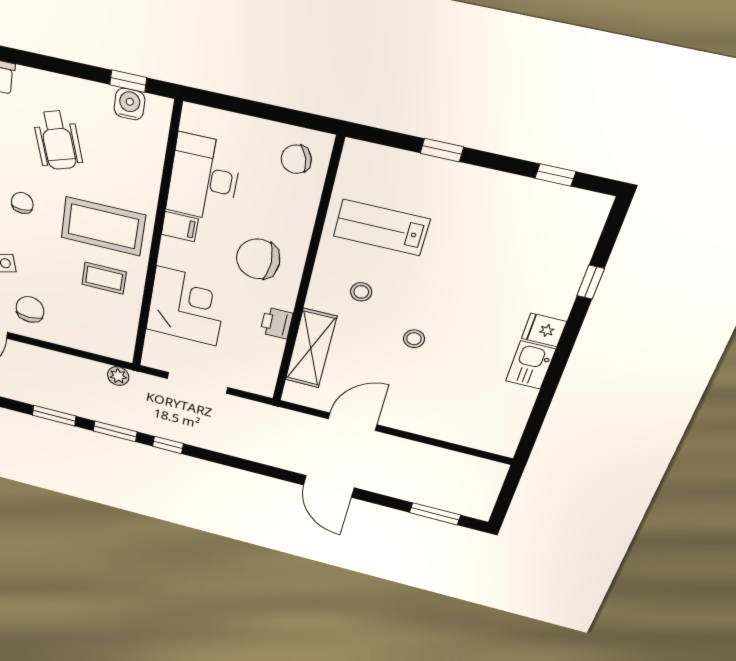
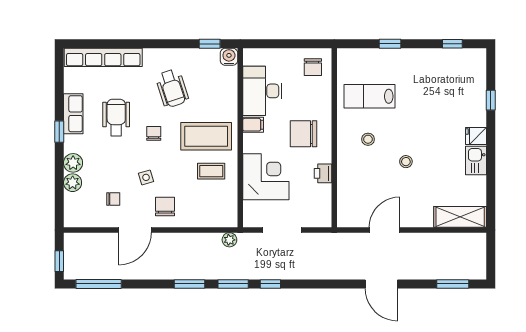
water cooler: (129, 104) -> (229, 57), moved
chair: (296, 159) -> (313, 67), turned -71
shelving: (311, 348) -> (460, 217), moved, turned 90

